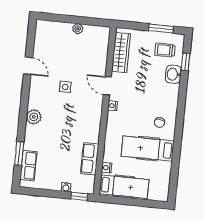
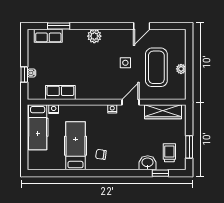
coffee table: (73, 55) -> (156, 67), added
window: (79, 196) -> (24, 74), moved

